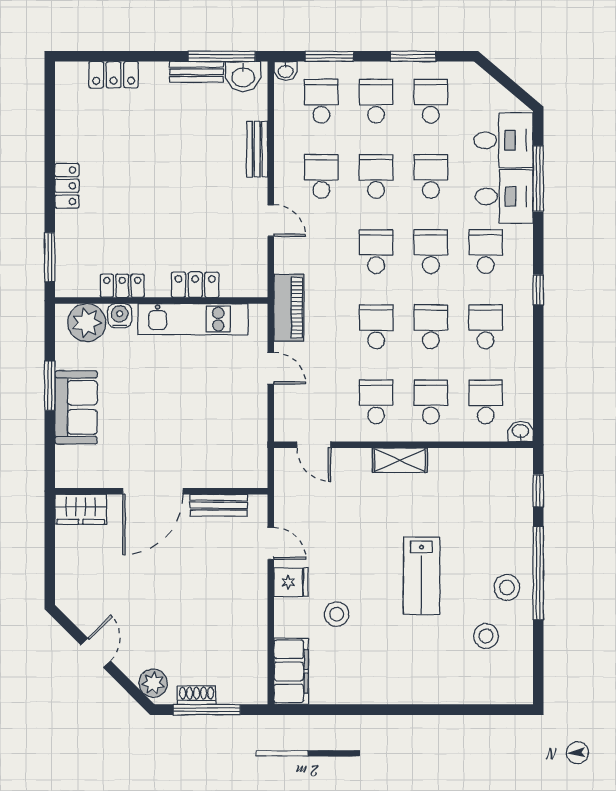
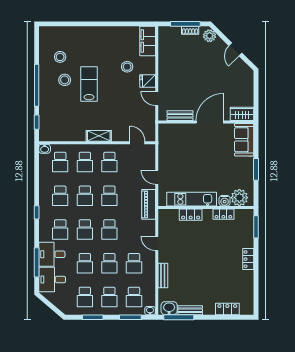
sofa: (76, 407) -> (244, 140), moved
stool: (507, 588) -> (65, 80), moved

